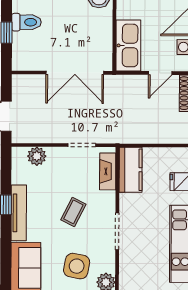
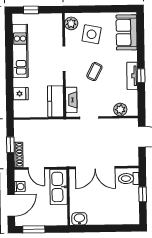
toilet: (26, 22) -> (129, 179), moved
double door: (75, 73) -> (95, 168), swing flipped
door: (160, 73) -> (36, 168), swing flipped
tv unit: (19, 213) -> (132, 76), width x0.71

